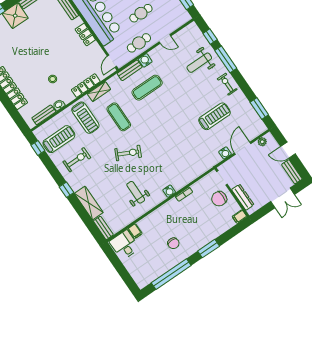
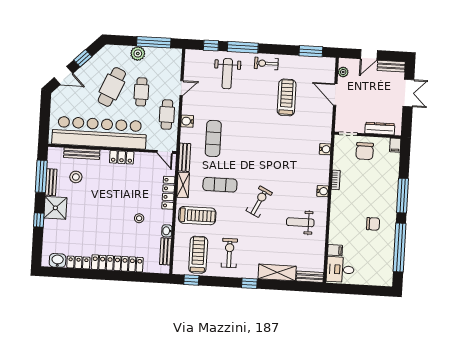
stool: (47, 13) -> (76, 177), added
bench: (130, 70) -> (184, 157), moved
water cooler: (225, 153) -> (325, 149), moved
window: (209, 249) -> (402, 196), width x1.44

